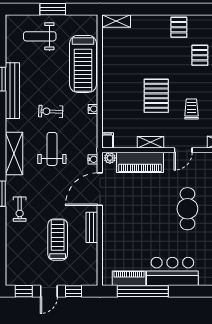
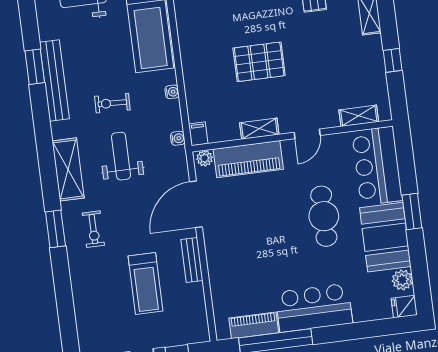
pallet: (156, 96) -> (259, 62), turned 90
trolley: (191, 109) -> (311, 74), removed
water cooler: (93, 159) -> (178, 138), moved
exercise bike: (20, 209) -> (93, 229), moved
treadmill: (58, 240) -> (145, 284), turned 180

